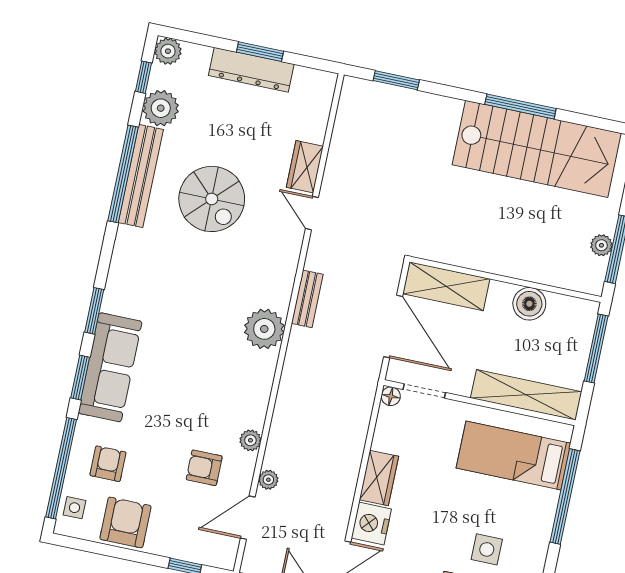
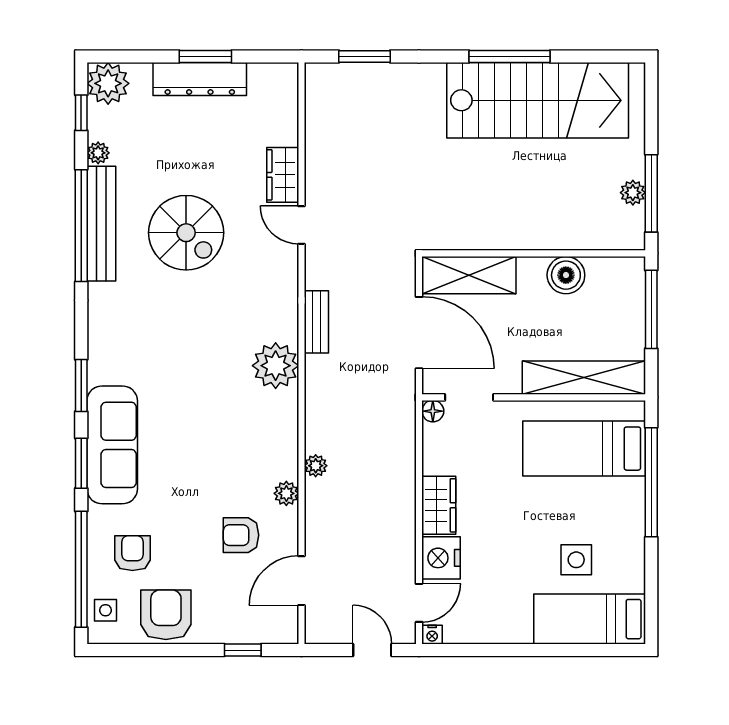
plant: (168, 51) -> (108, 83), width x1.36, depth x1.36
plant: (161, 108) -> (98, 153), width x0.53, depth x0.53
plant: (268, 480) -> (316, 466), moved

